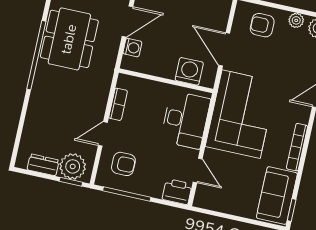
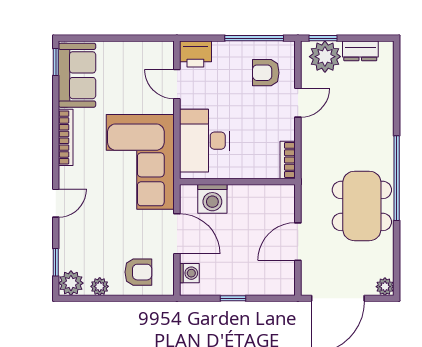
washing machine: (132, 48) -> (189, 273), moved, turned 180
bookcase: (118, 104) -> (288, 160), moved

